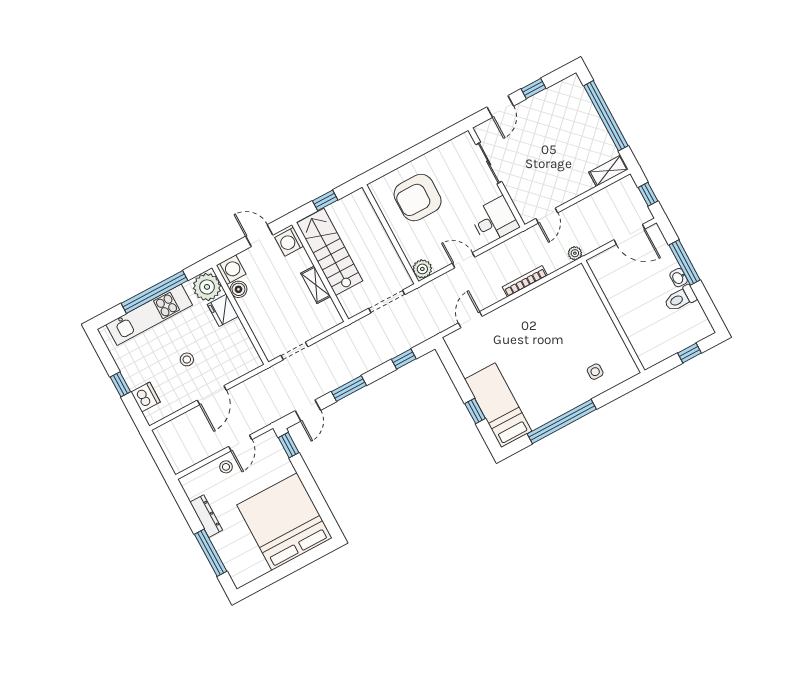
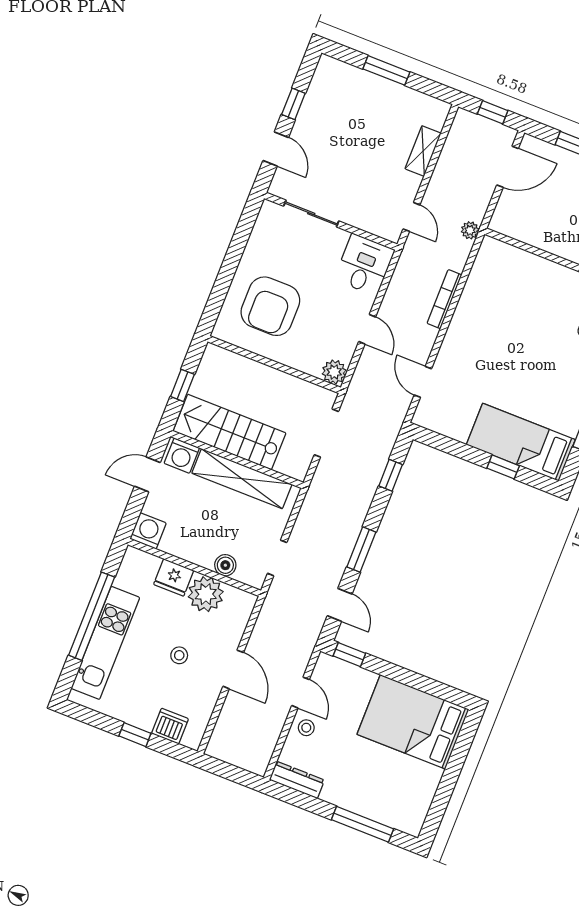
window: (606, 116) -> (386, 70), width x0.47
shelving: (608, 171) -> (423, 151), moved
door: (464, 260) -> (367, 329), swing flipped
shelving: (316, 285) -> (242, 479), width x2.20, depth x1.33
plant: (207, 287) -> (206, 594), moved
boiler: (238, 289) -> (225, 565), moved
dresser: (206, 516) -> (297, 780), moved
bed: (284, 522) -> (413, 722), width x0.73

